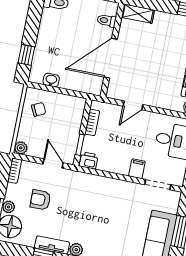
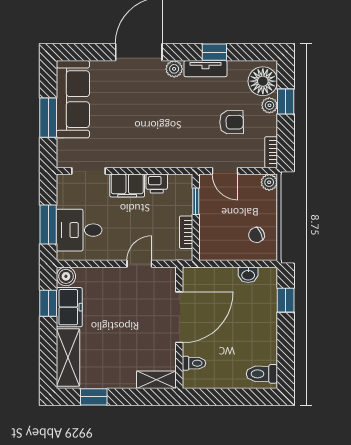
printer: (89, 161) -> (157, 184), moved
filing cabinet: (137, 169) -> (127, 186), width x2.00

